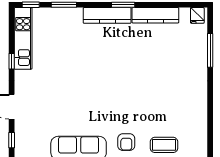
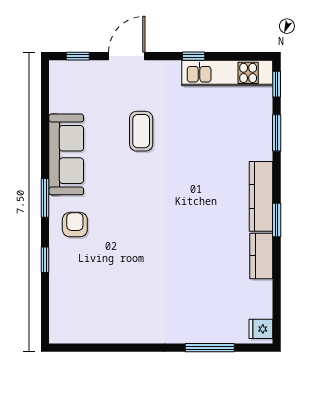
kitchen counter: (155, 15) -> (261, 256), width x0.67
armchair: (126, 142) -> (75, 225), turned 90
coffee table: (164, 145) -> (141, 131), moved

